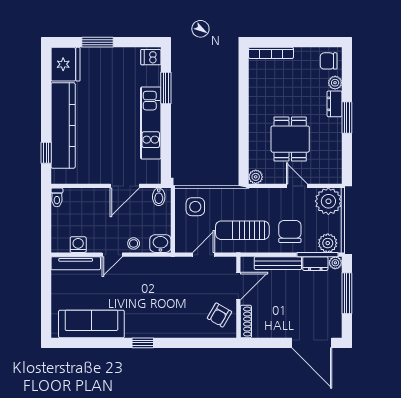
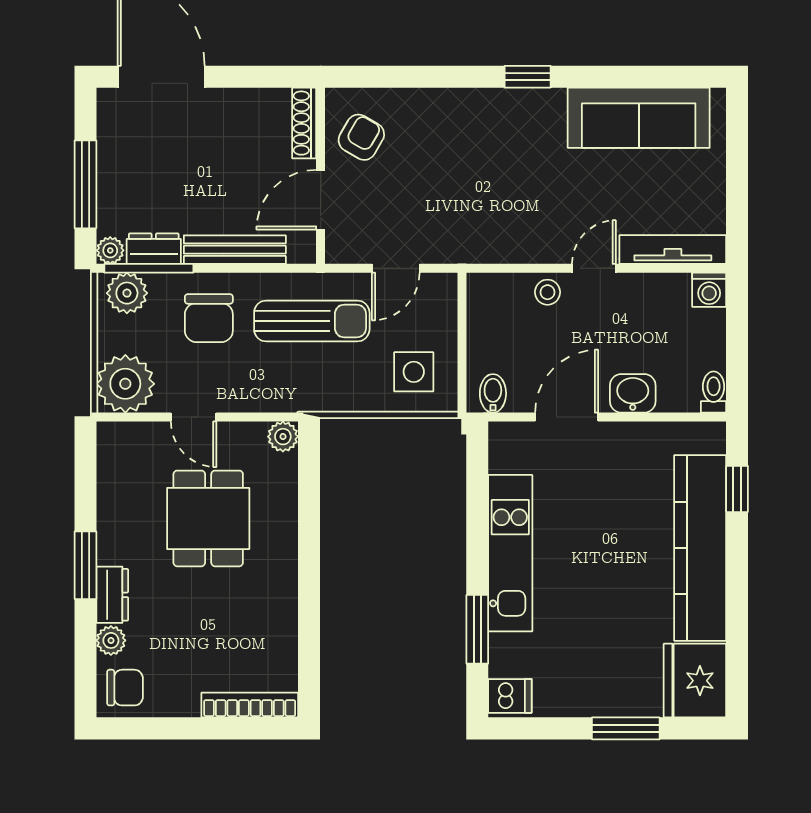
washbasin: (160, 244) -> (633, 393), moved, turned 180
washing machine: (78, 245) -> (709, 290), moved

